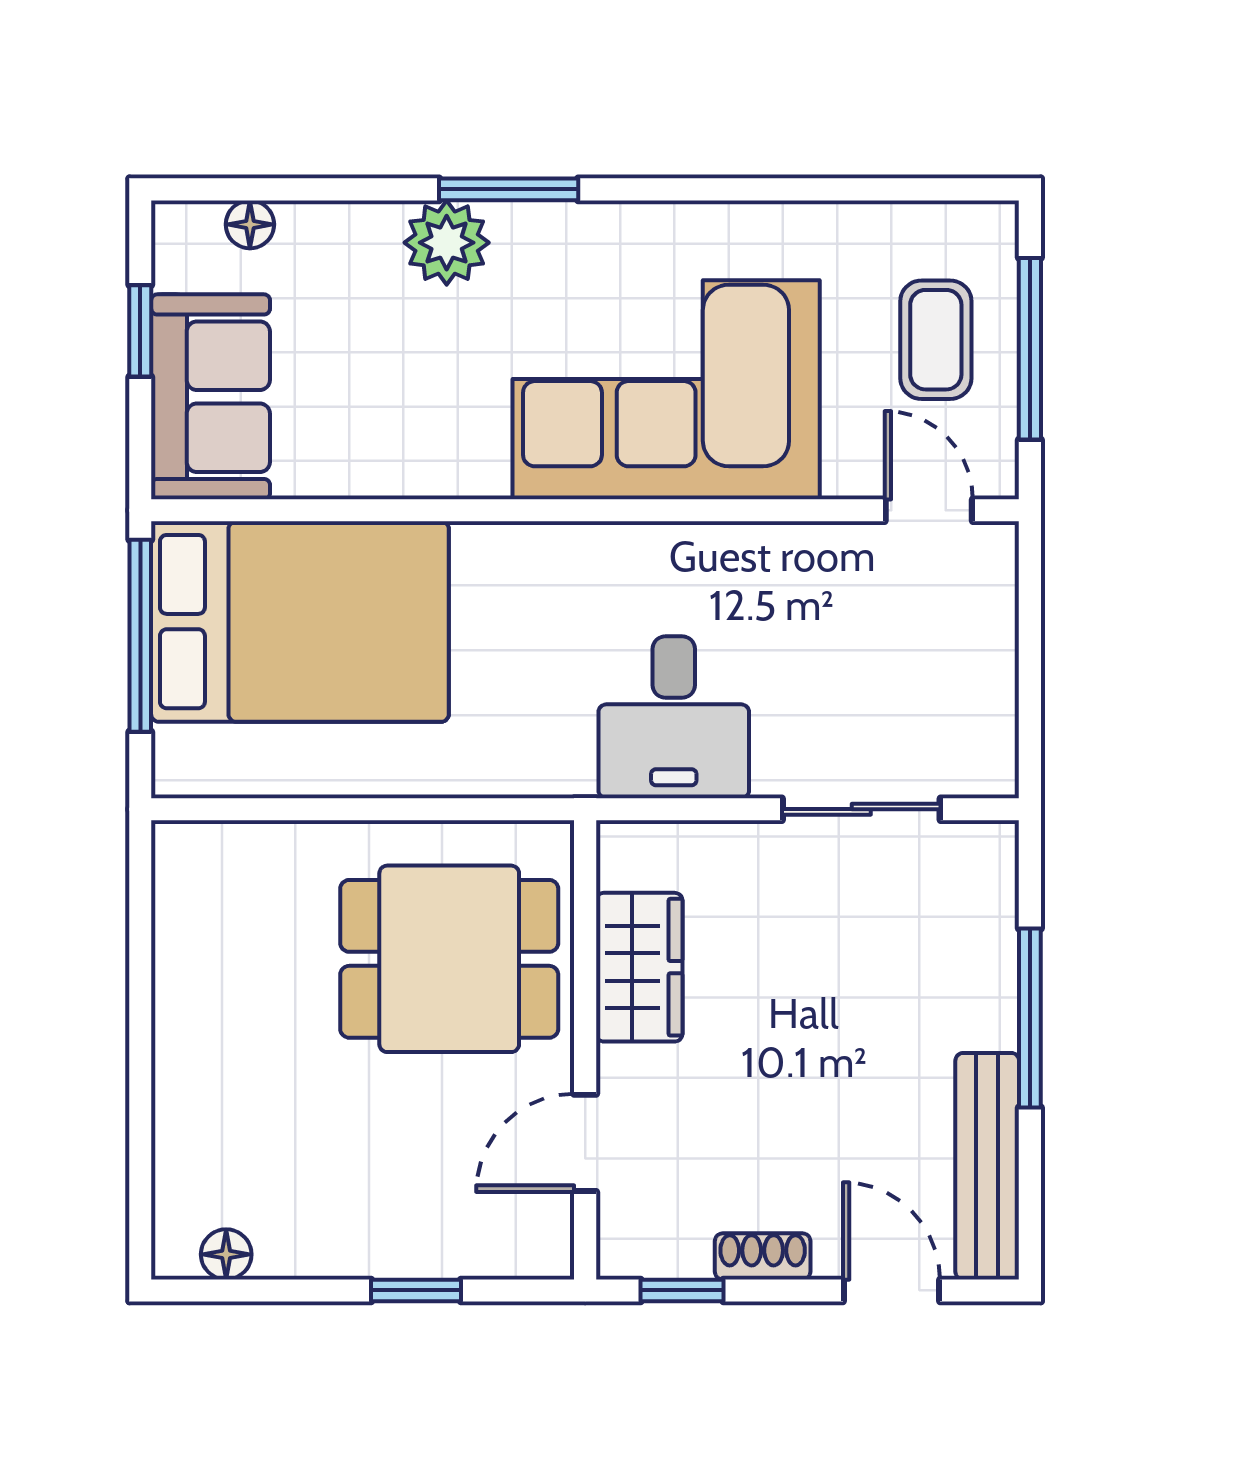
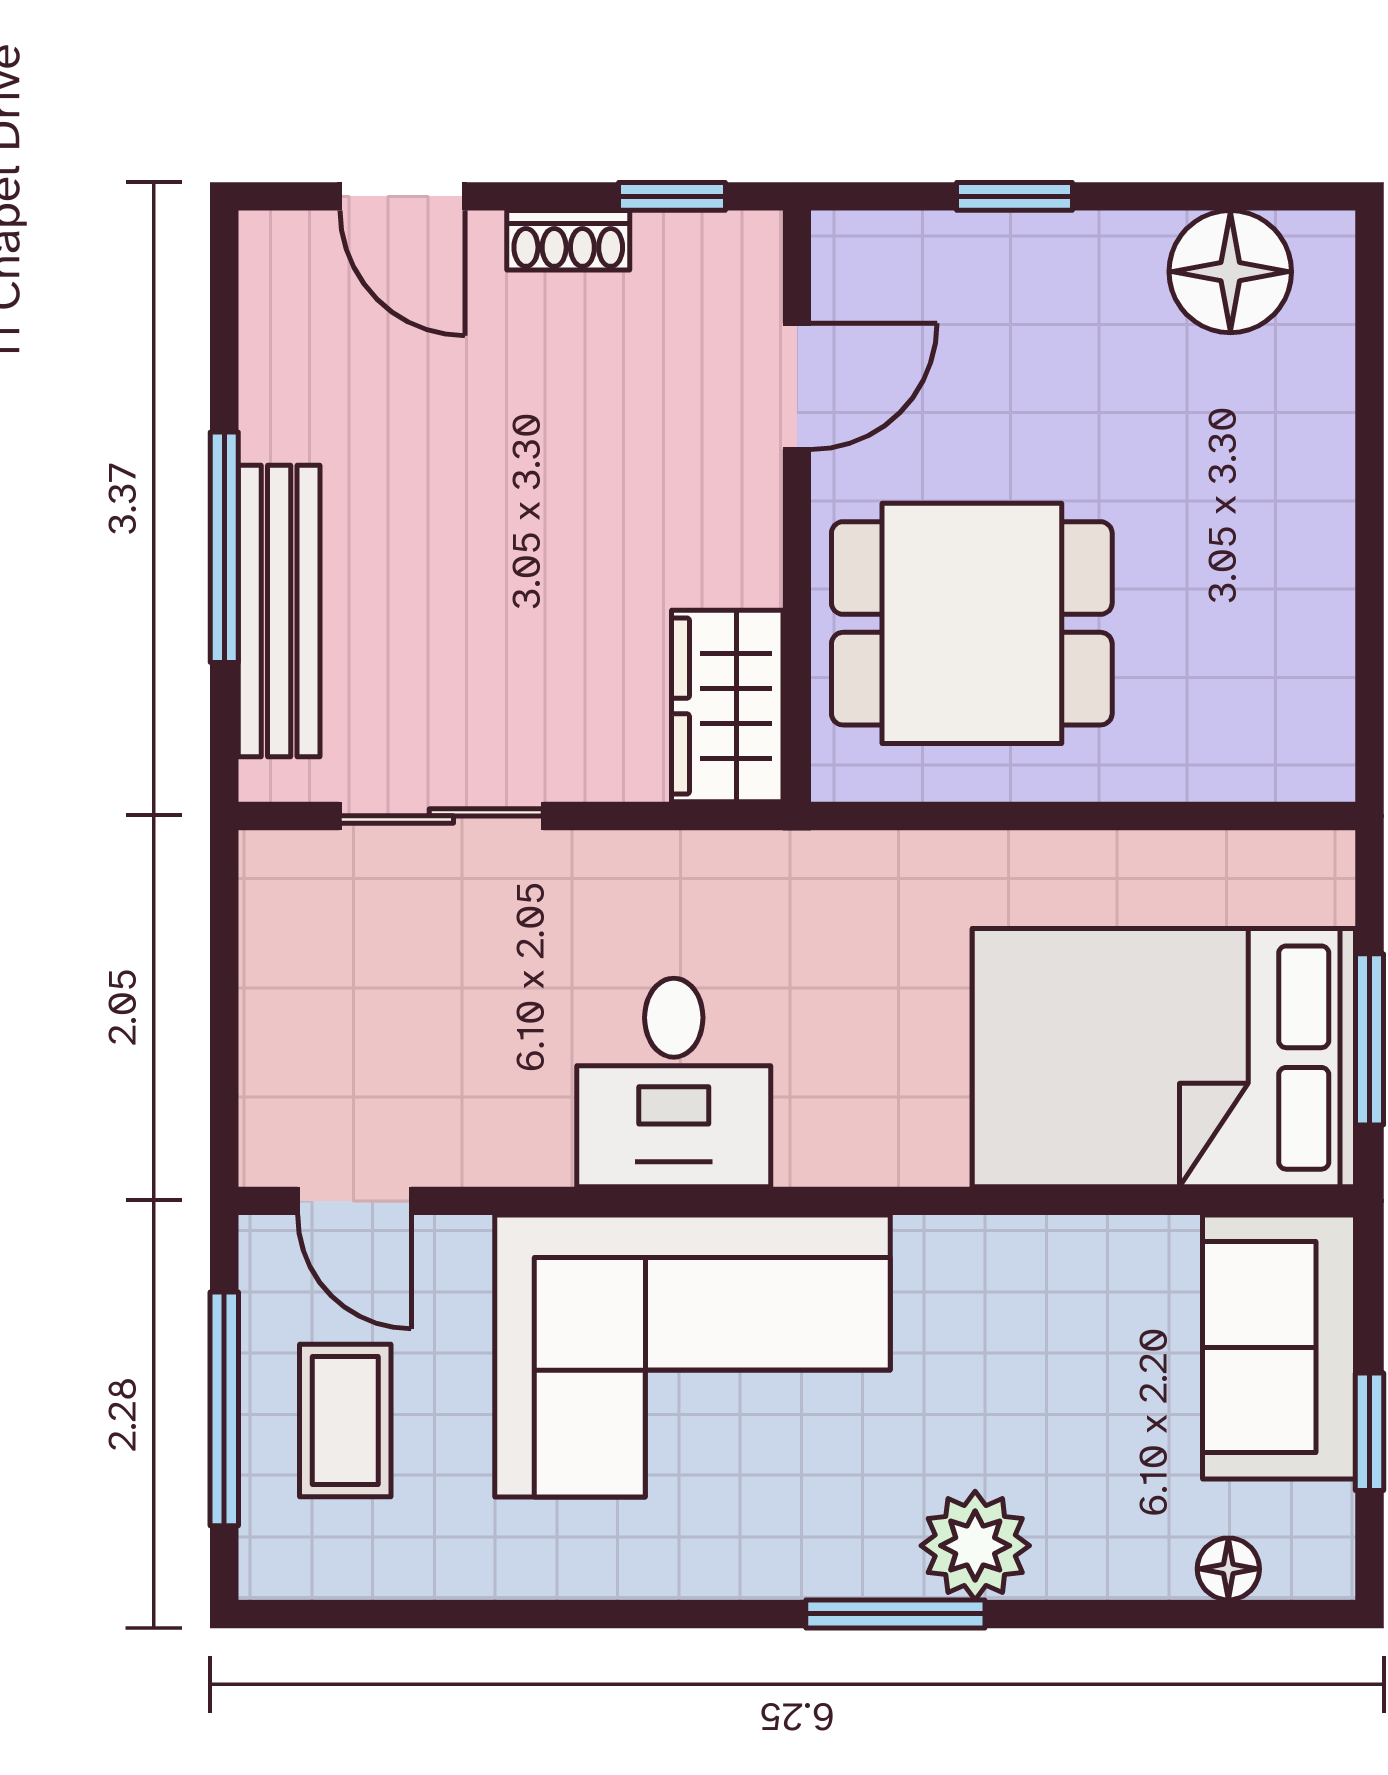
window: (140, 636) -> (1370, 1039), width x0.69
desk: (674, 717) -> (674, 1082), moved, turned 180
wardrobe: (639, 967) -> (727, 706), moved
bench: (987, 1166) -> (279, 611), moved
floor lamp: (226, 1254) -> (1230, 272), width x1.89, depth x1.89

